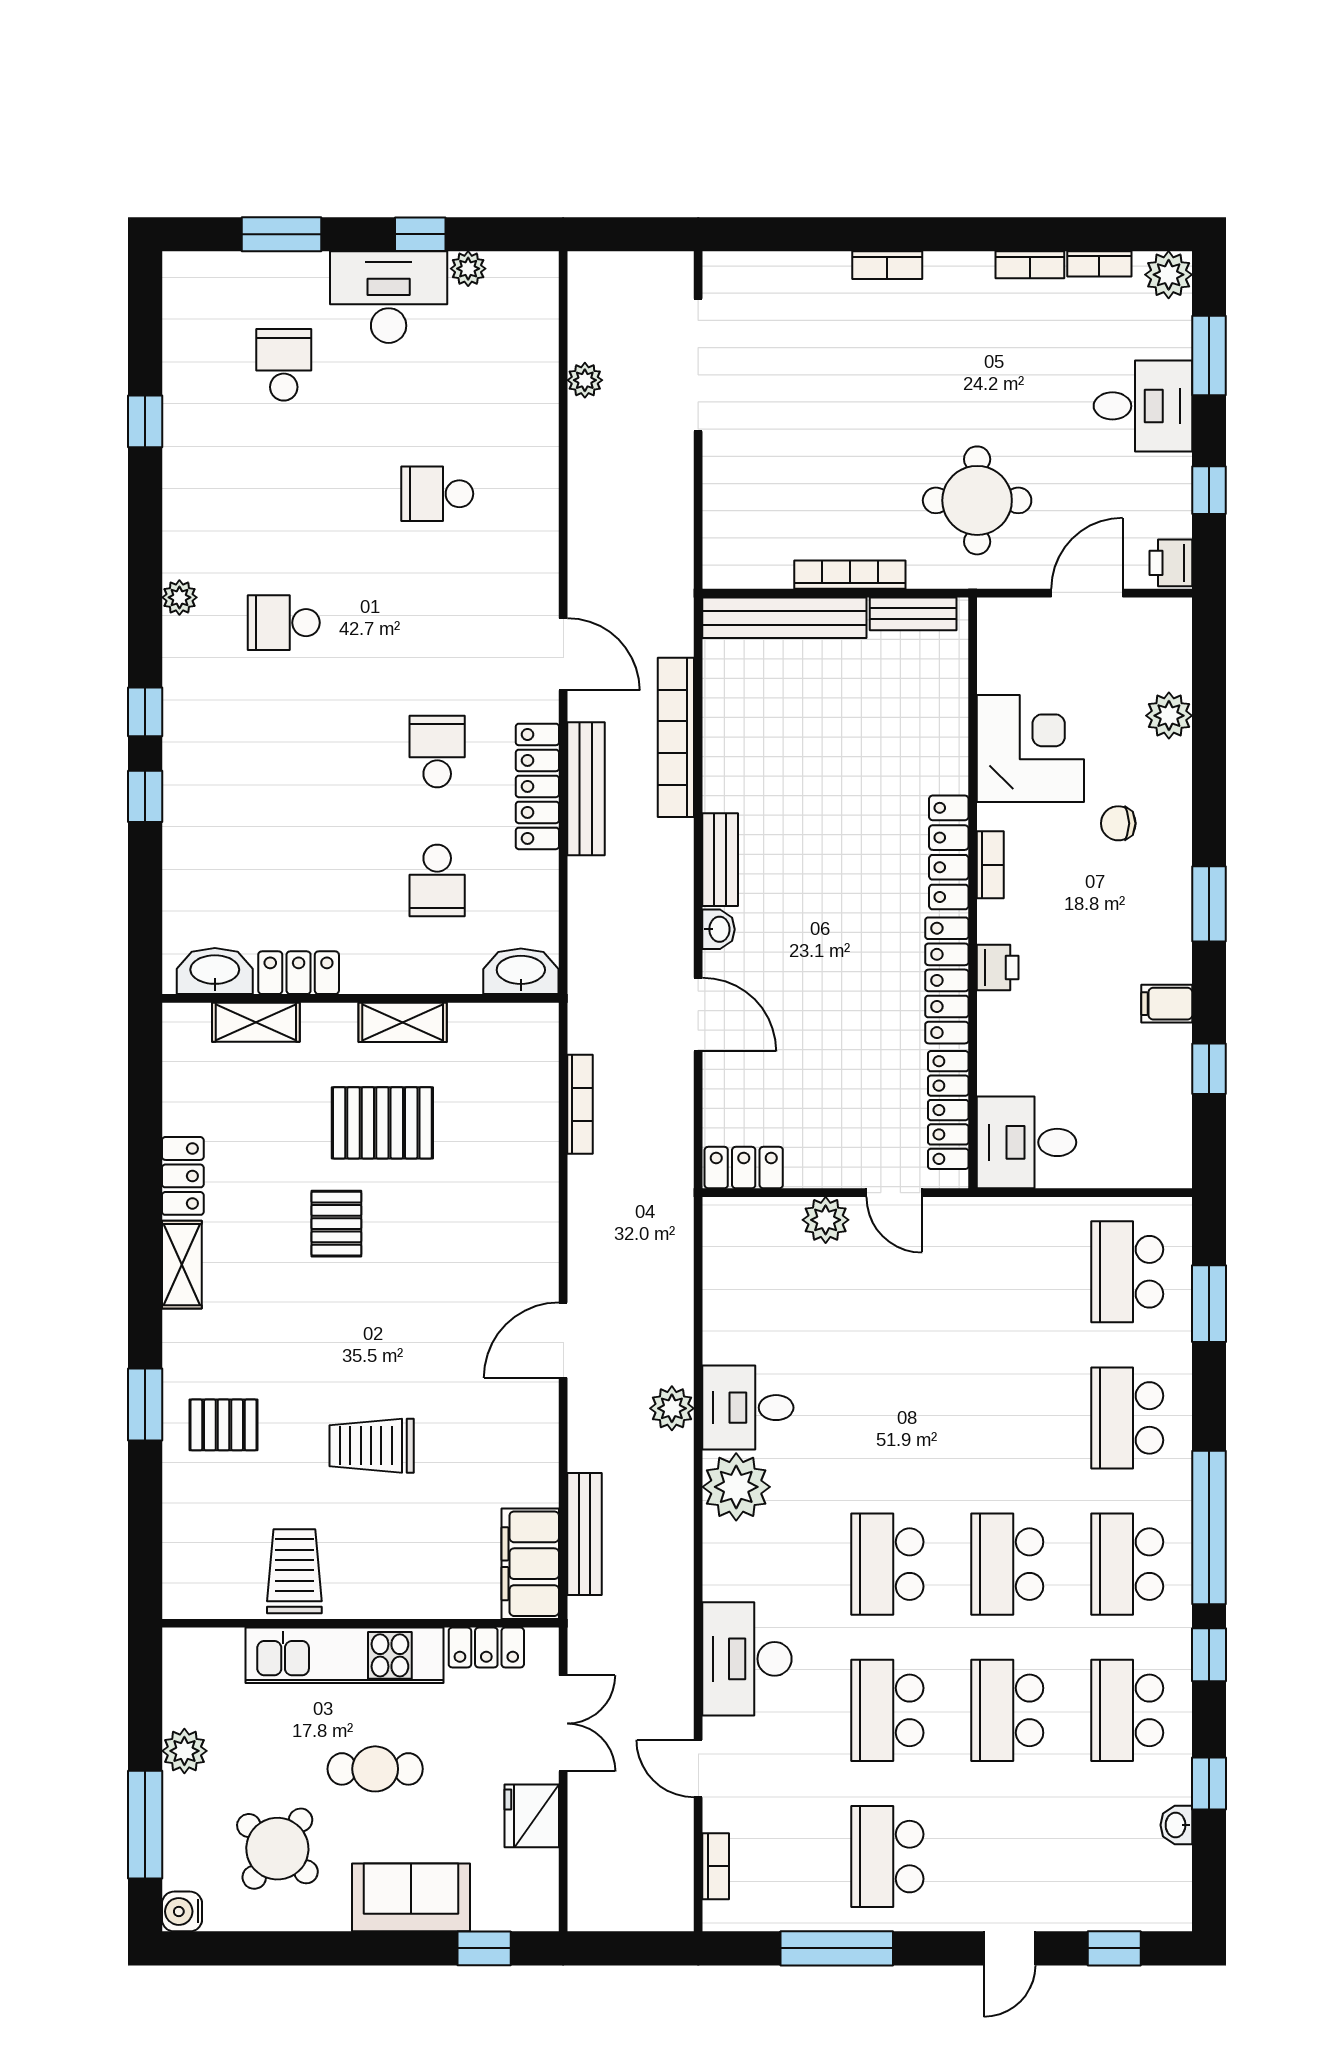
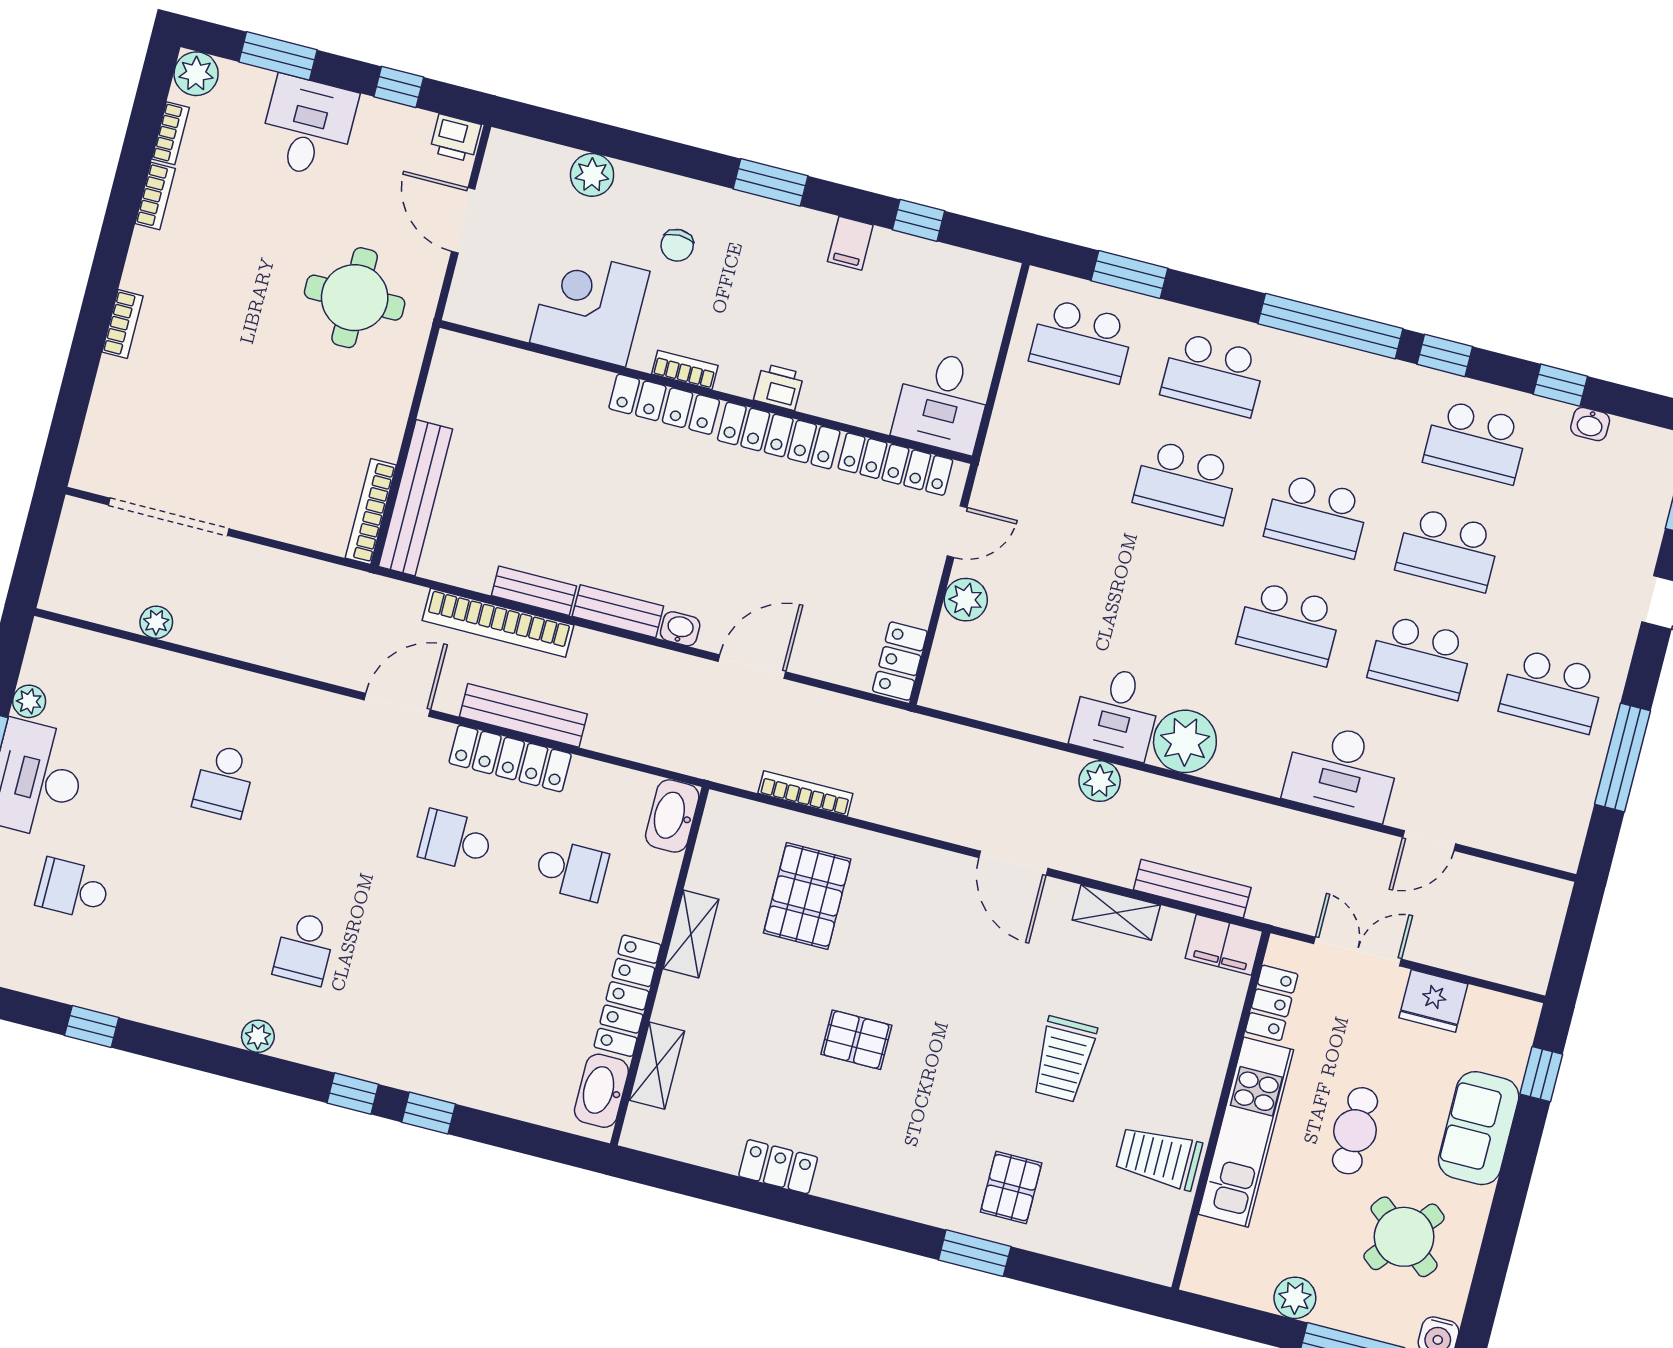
bookcase: (850, 575) -> (371, 512), moved
bench: (913, 614) -> (534, 591), moved, turned 90
locker: (299, 973) -> (627, 996), width x1.53
pallet: (382, 1123) -> (807, 896), moved
shelving: (182, 1265) -> (1116, 912), moved
filing cabinet: (530, 1564) -> (1224, 945), width x0.67, depth x0.86
school desk: (1127, 1564) -> (1186, 482), moved
bookcase: (716, 1866) -> (1521, 847), removed

